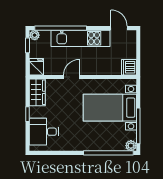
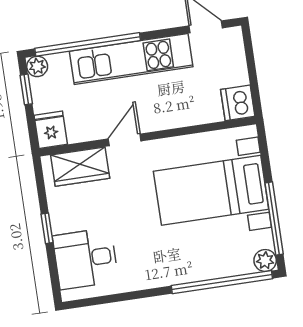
wardrobe: (37, 92) -> (80, 167), moved, turned 90

